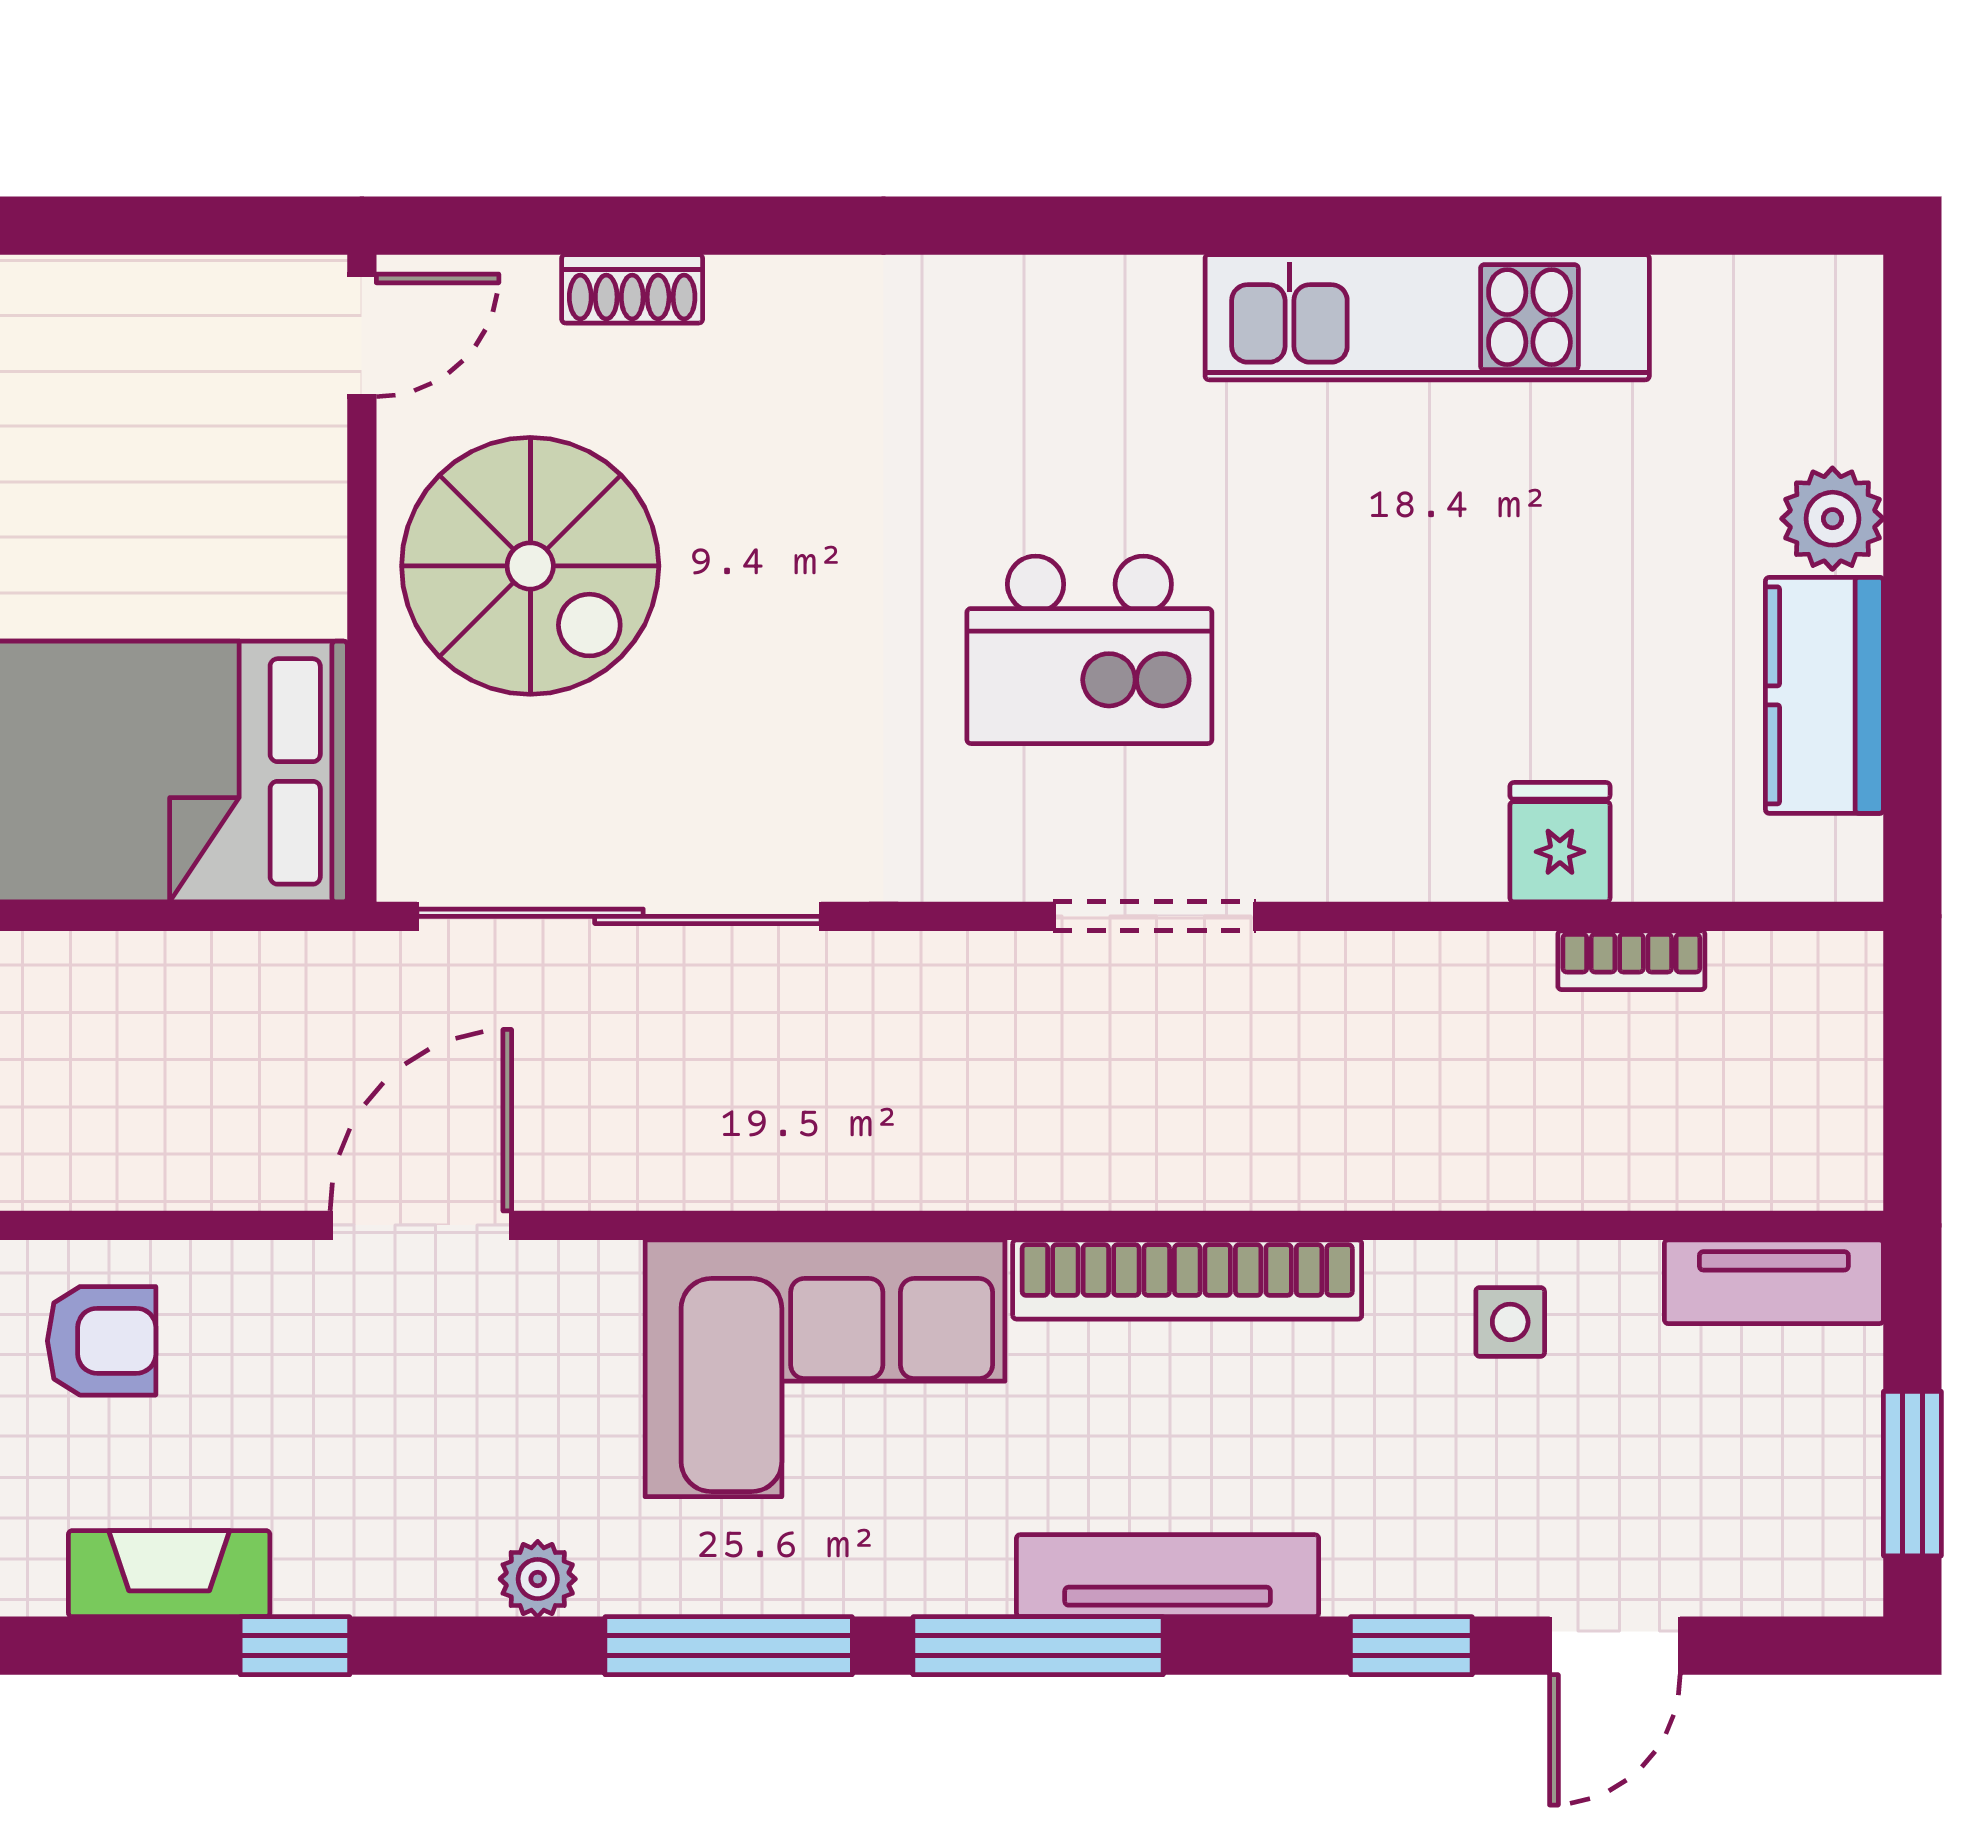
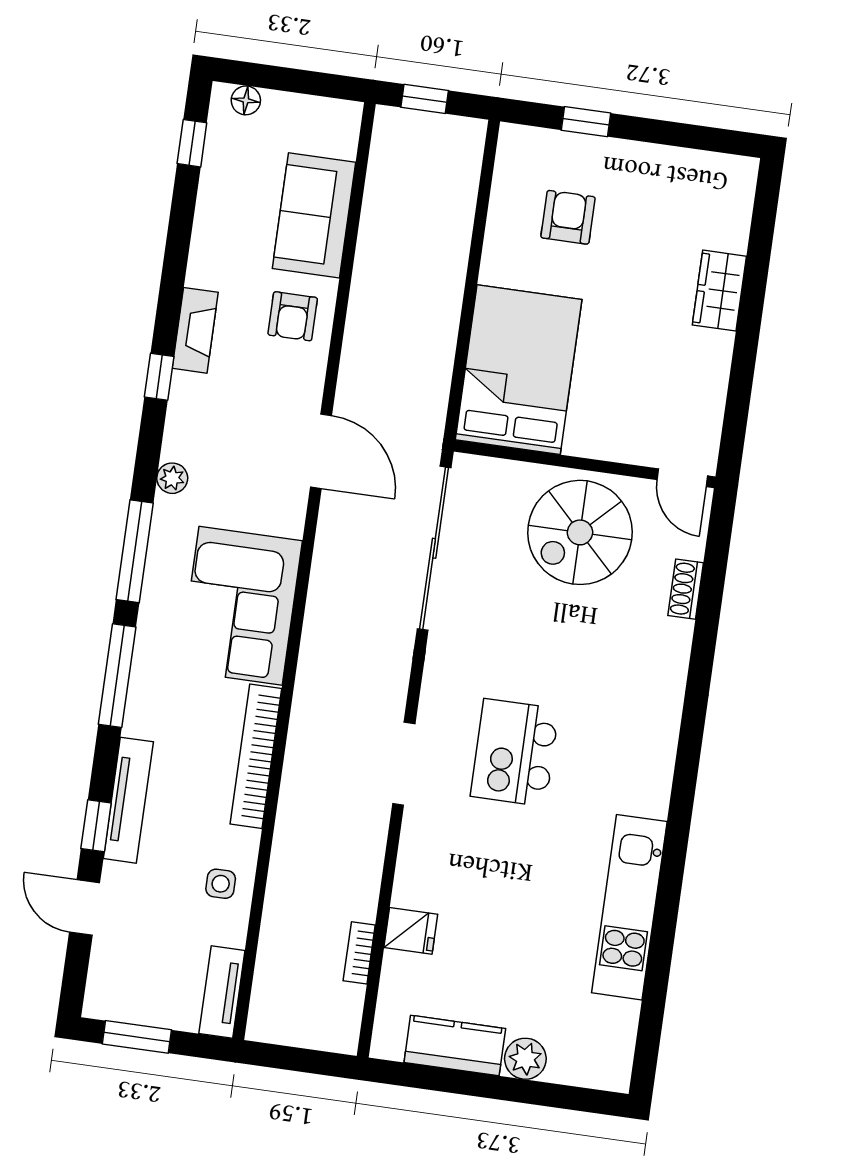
tv unit: (1168, 1576) -> (128, 800), moved

